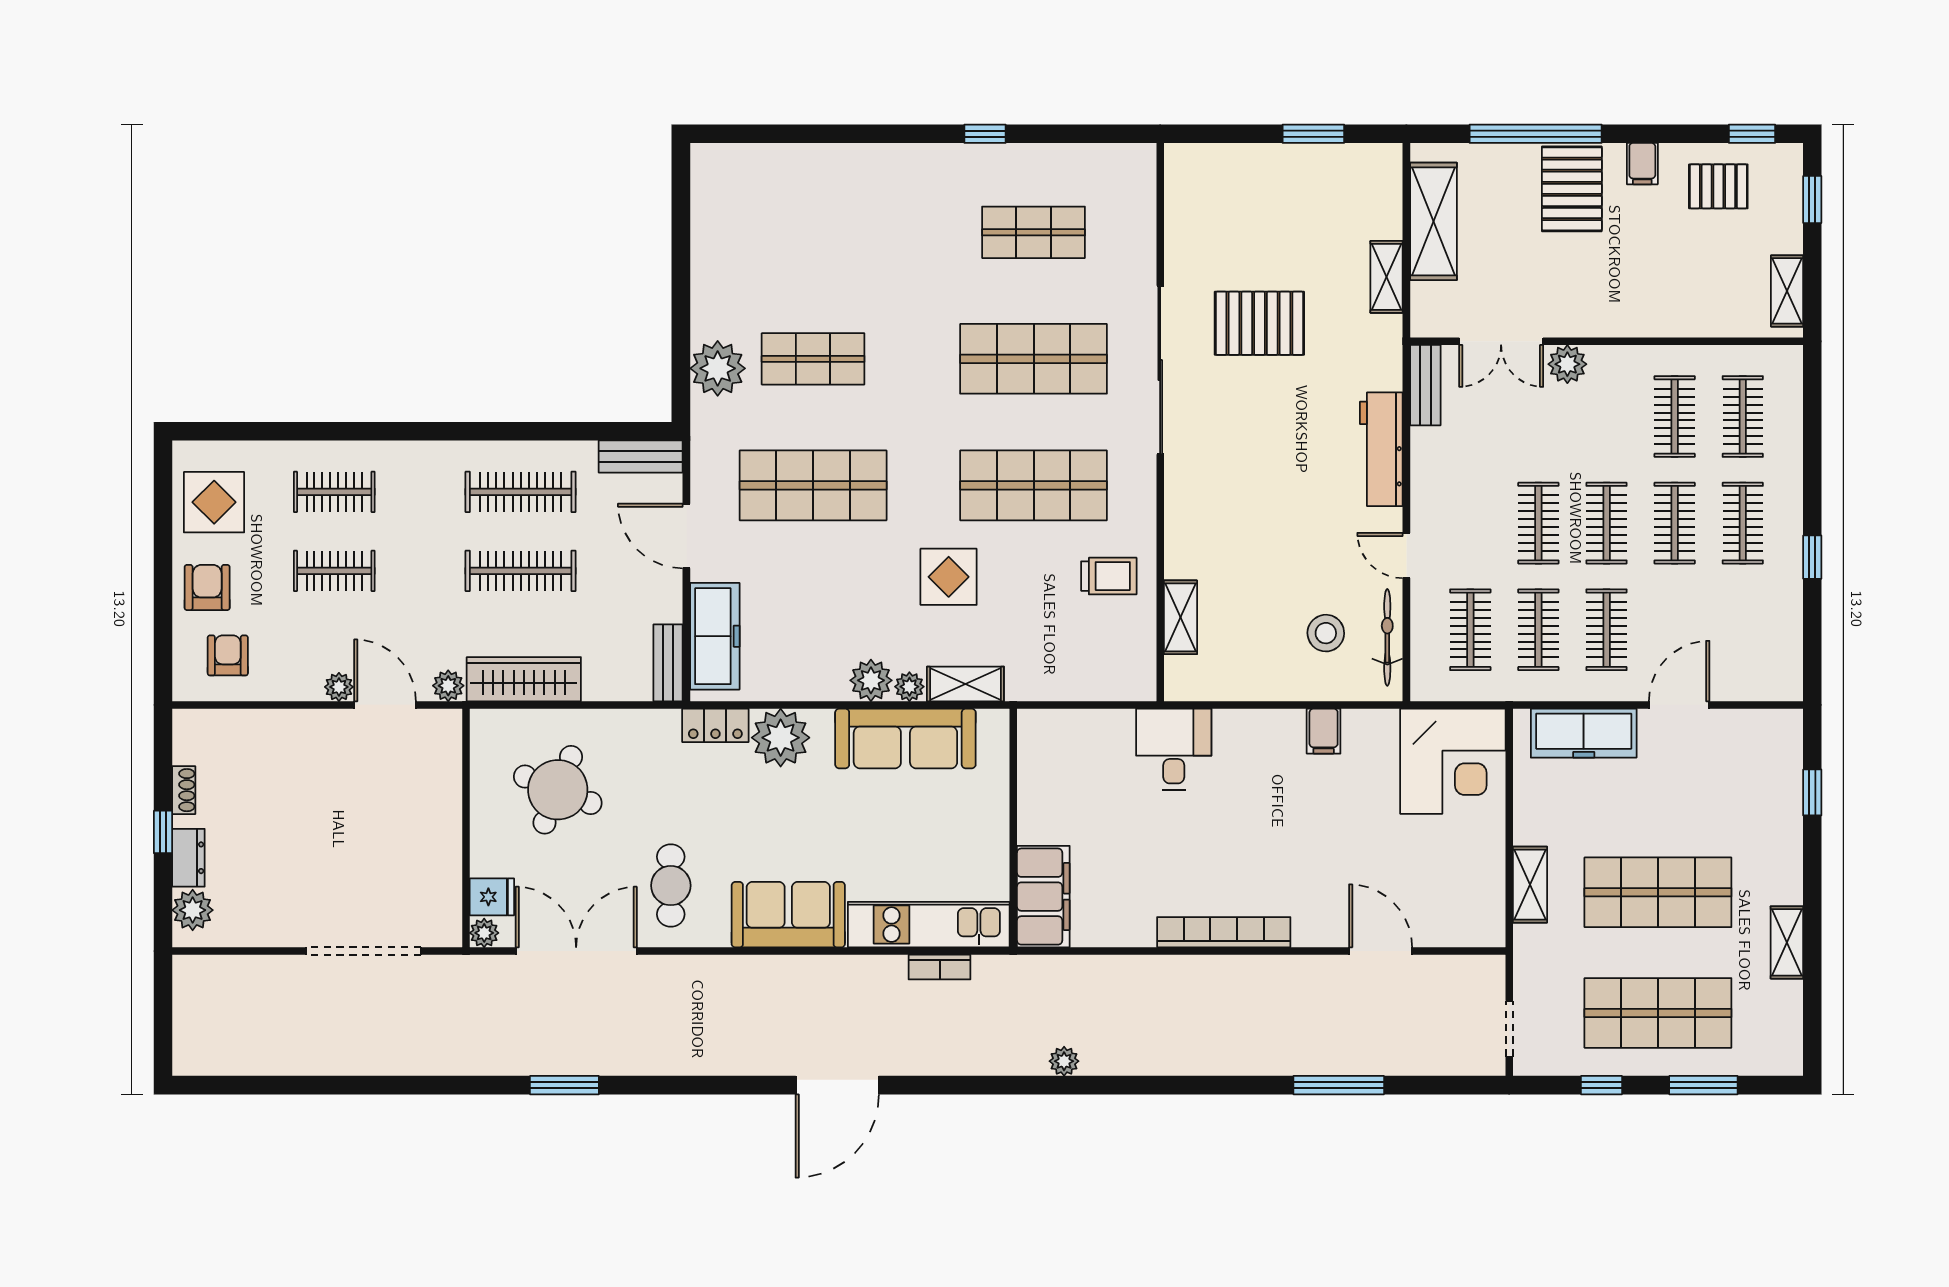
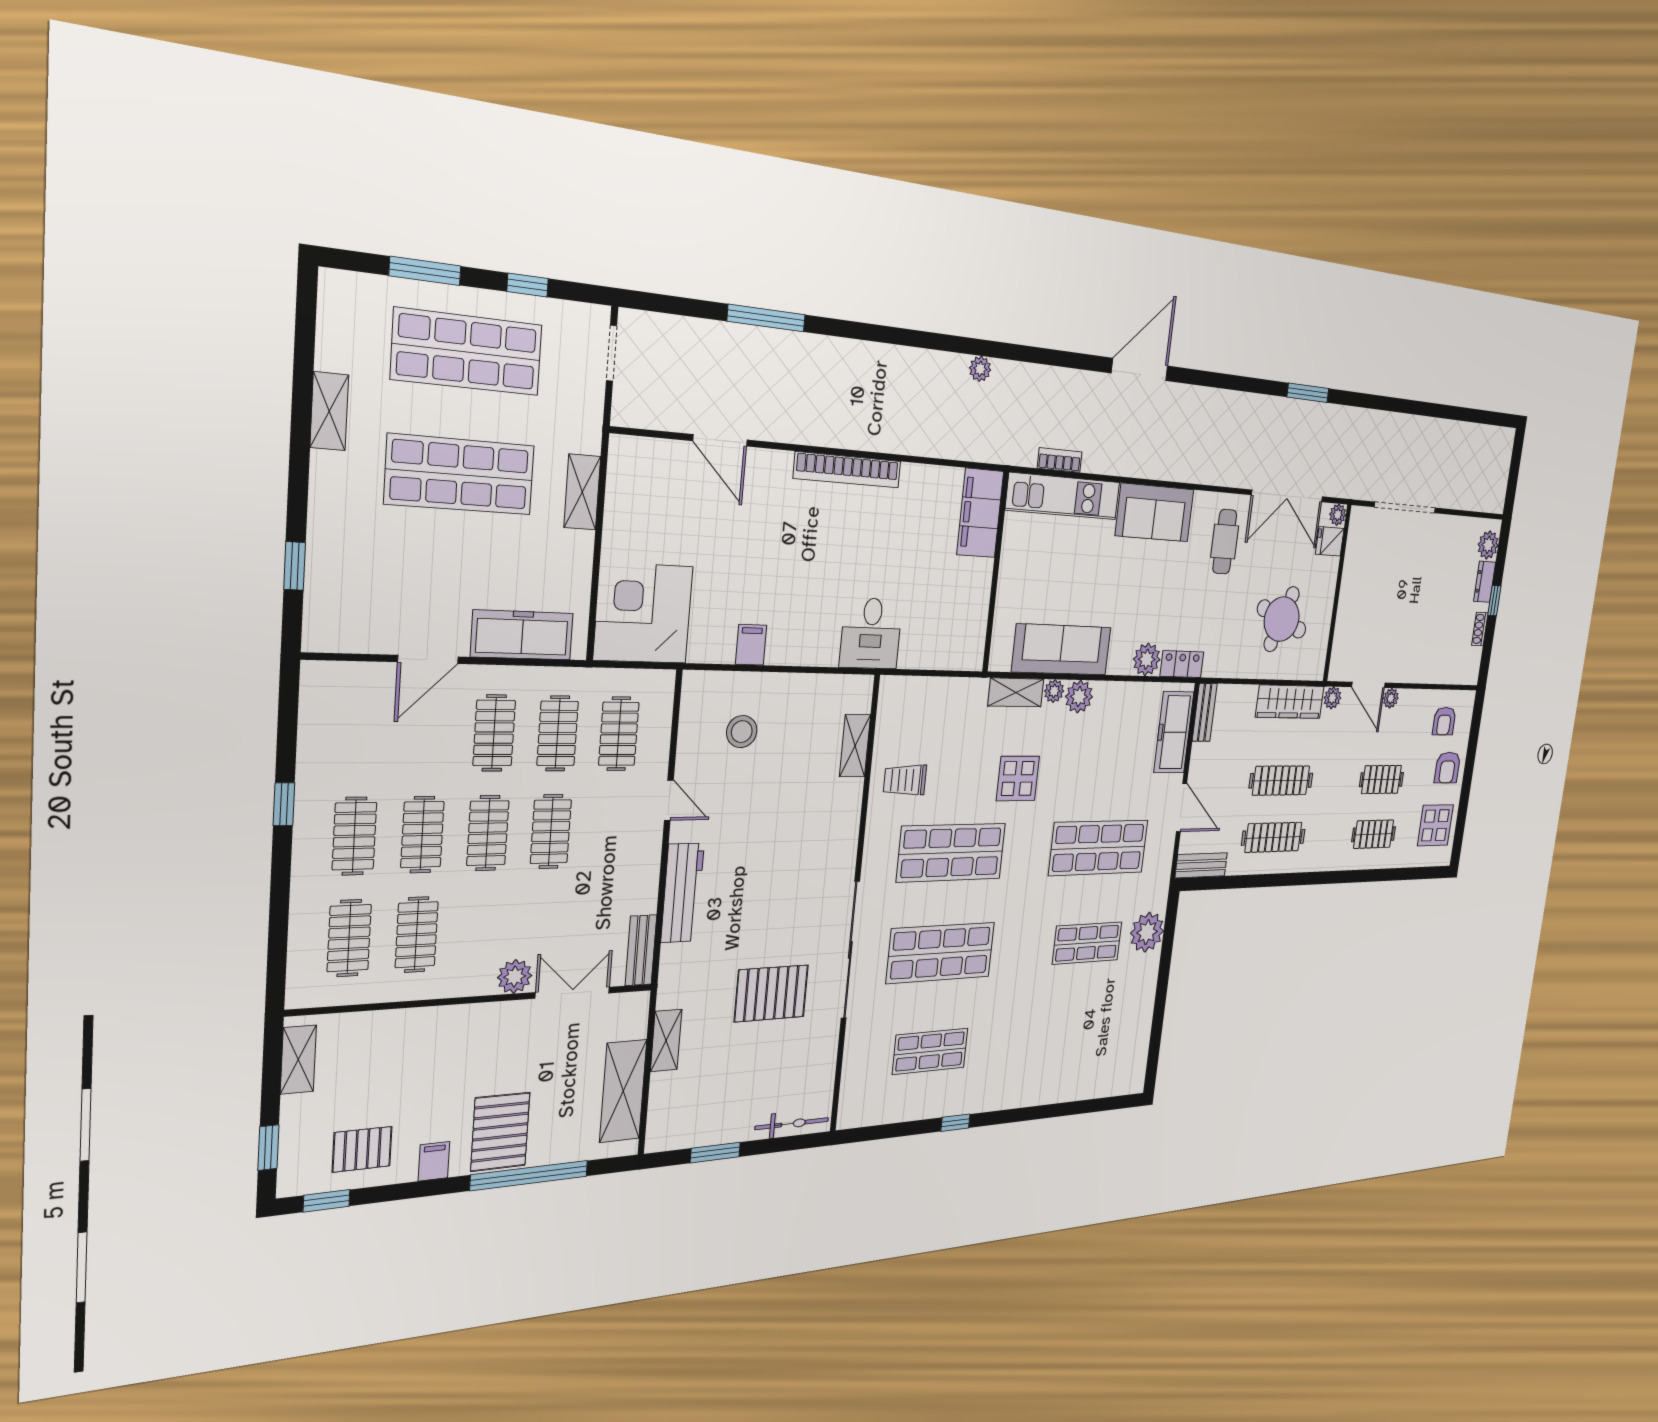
bicycle: (1387, 637) -> (792, 1124), moved, turned -90
plant: (781, 738) -> (1147, 659), width x0.73, depth x0.73

